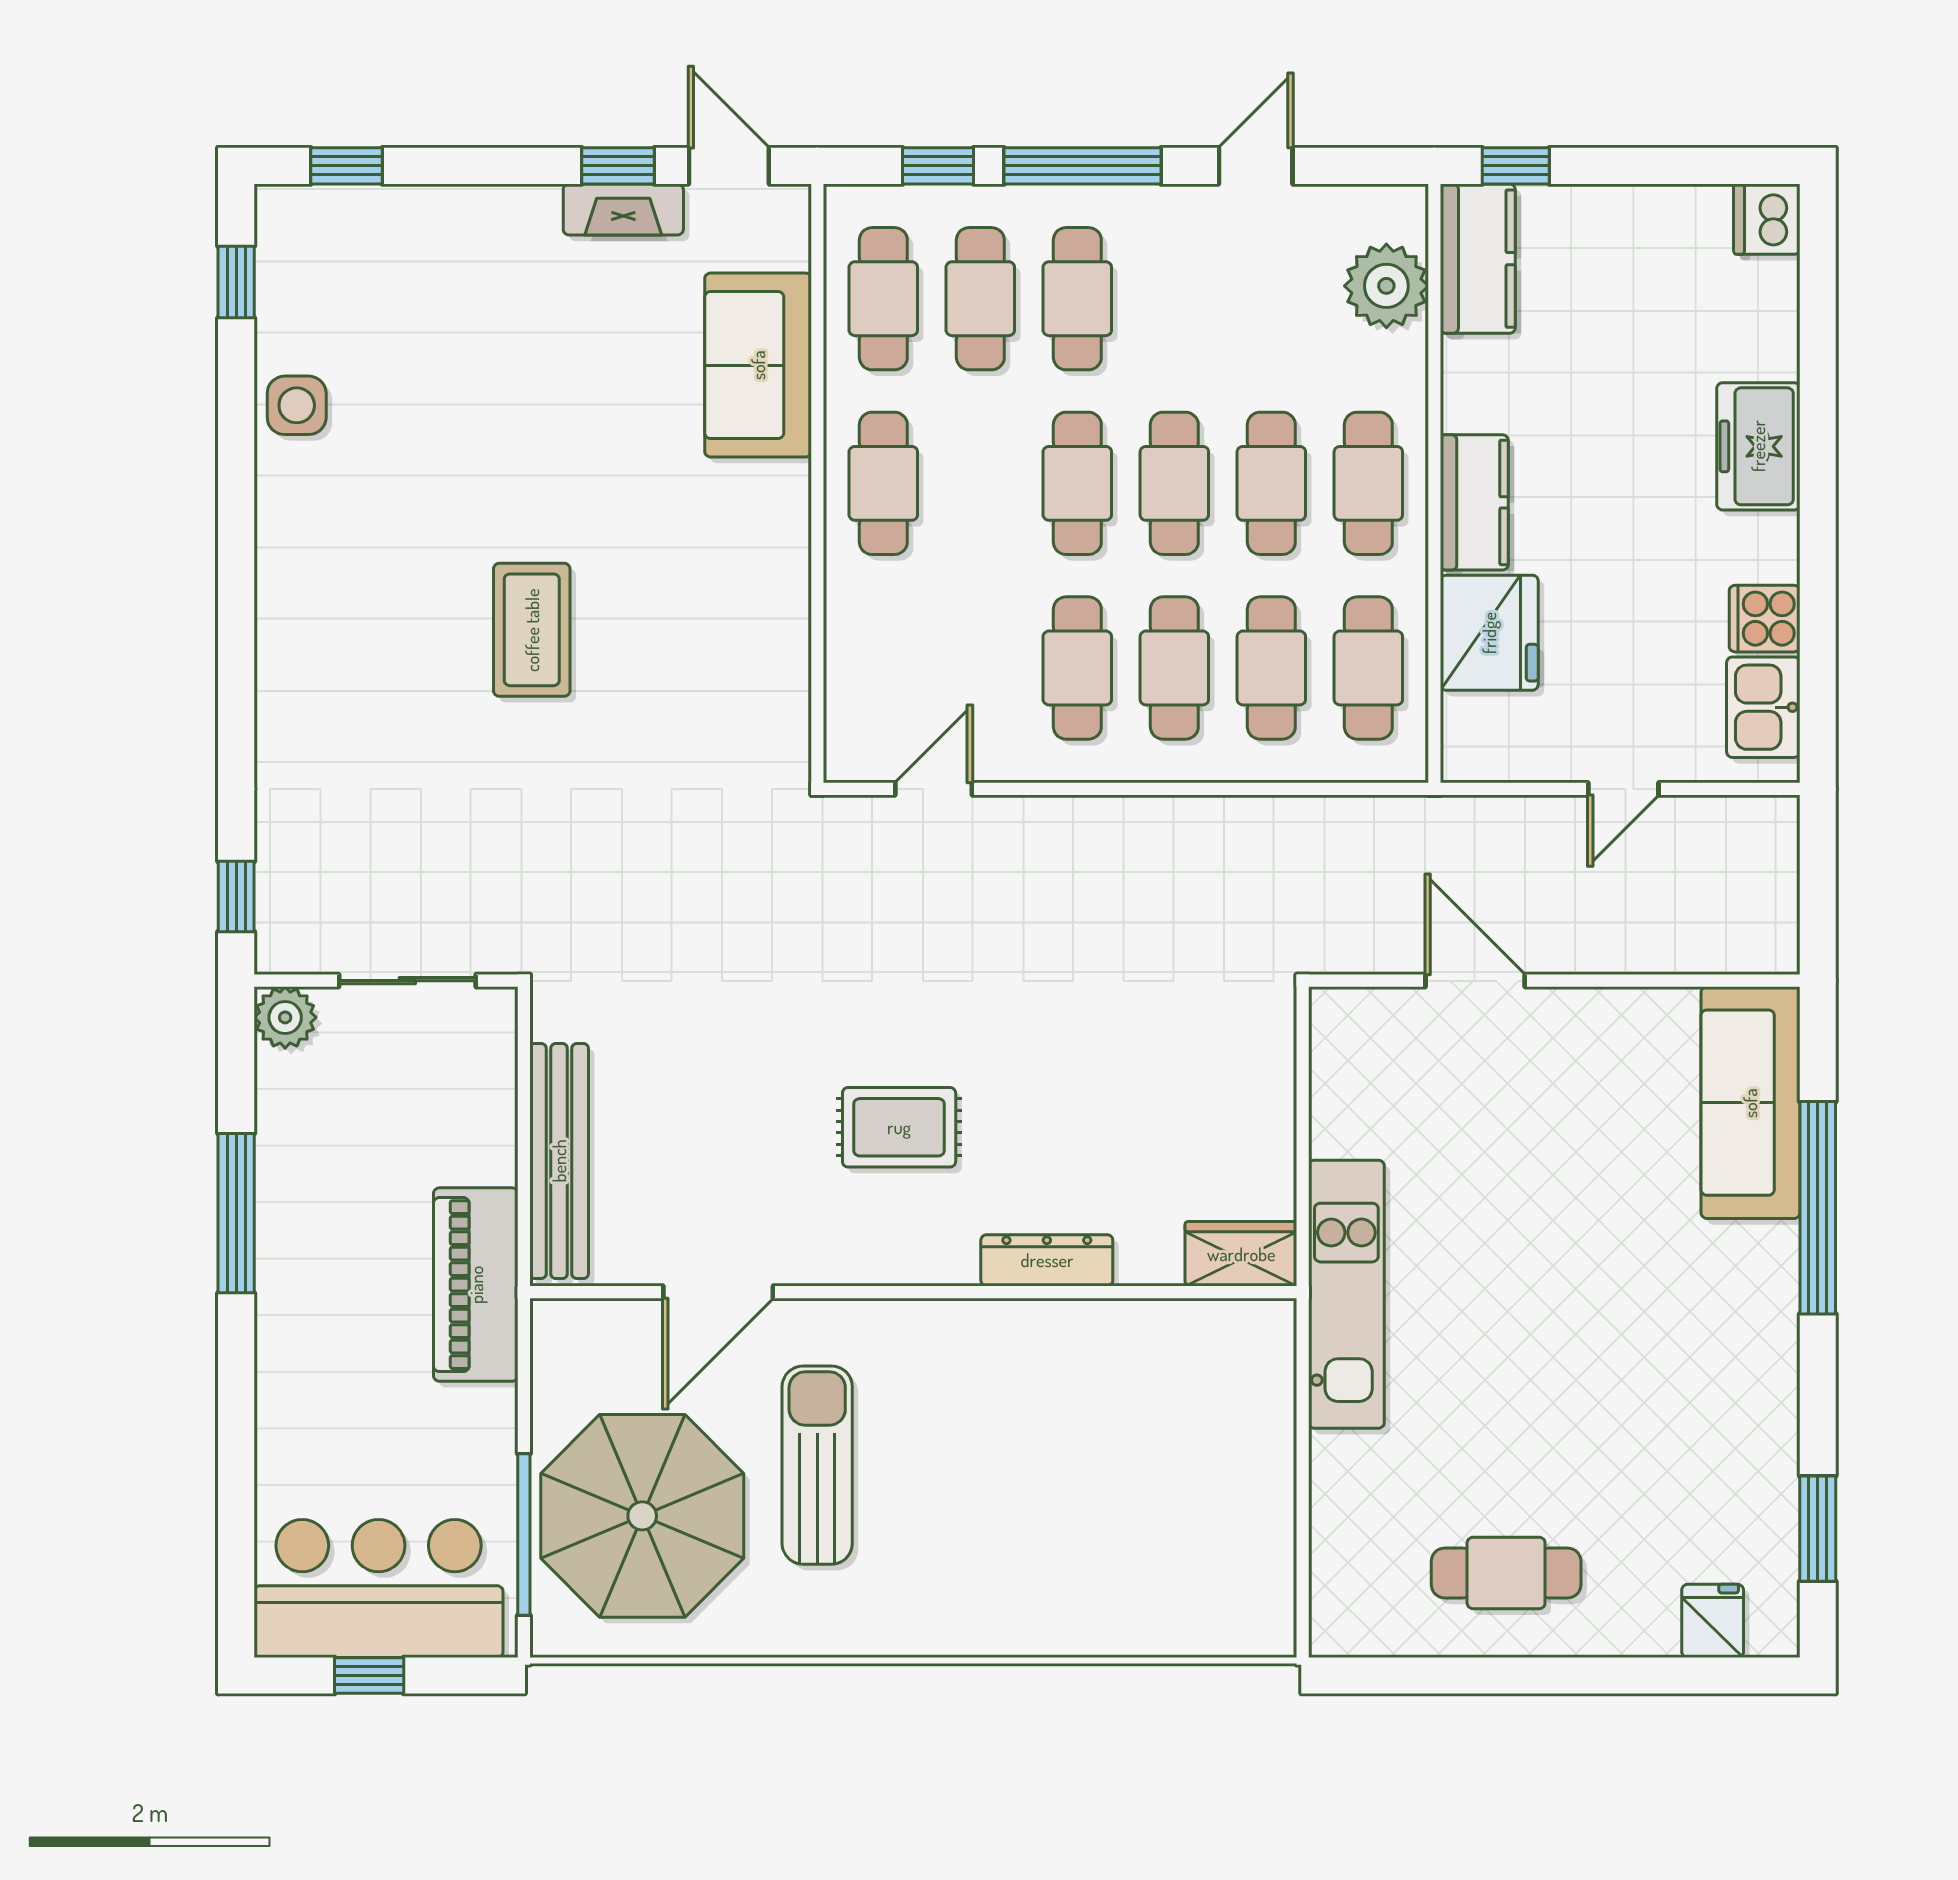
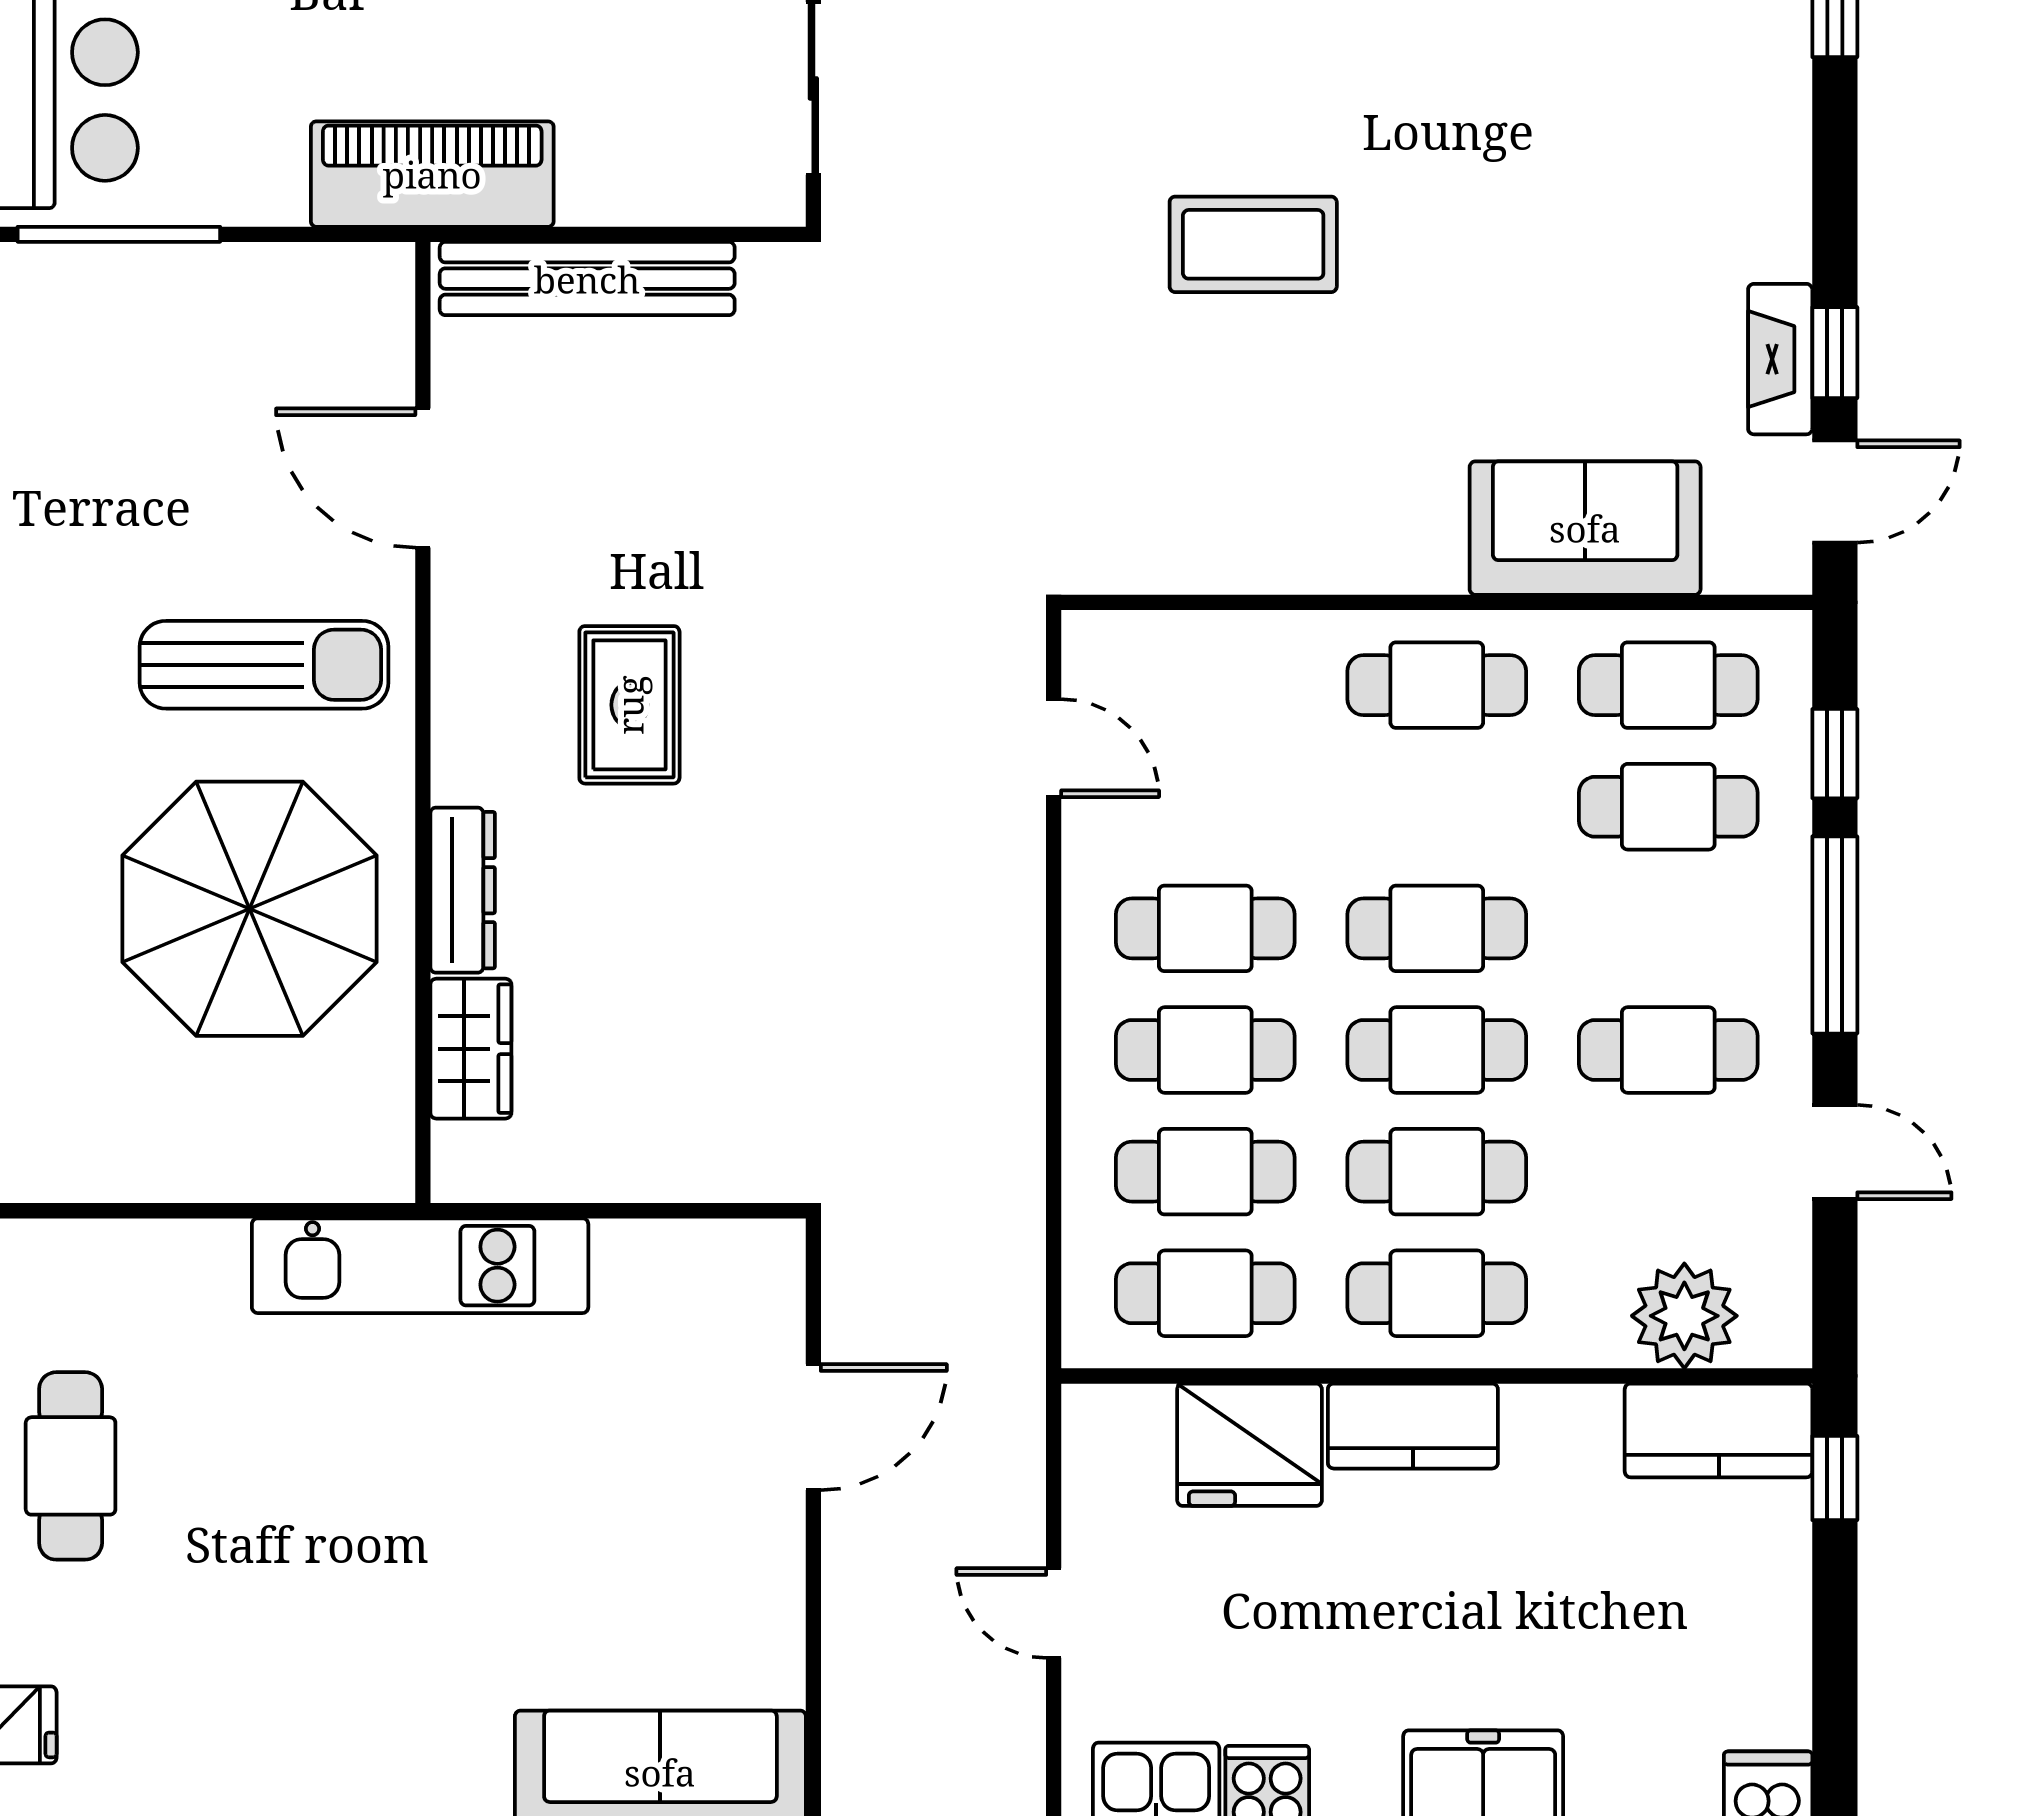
cafe table: (1077, 299) -> (1668, 1050), moved
wardrobe: (1241, 1254) -> (471, 1049), moved
sun lounger: (817, 1465) -> (264, 665), moved
parasol: (642, 1516) -> (250, 909), moved

